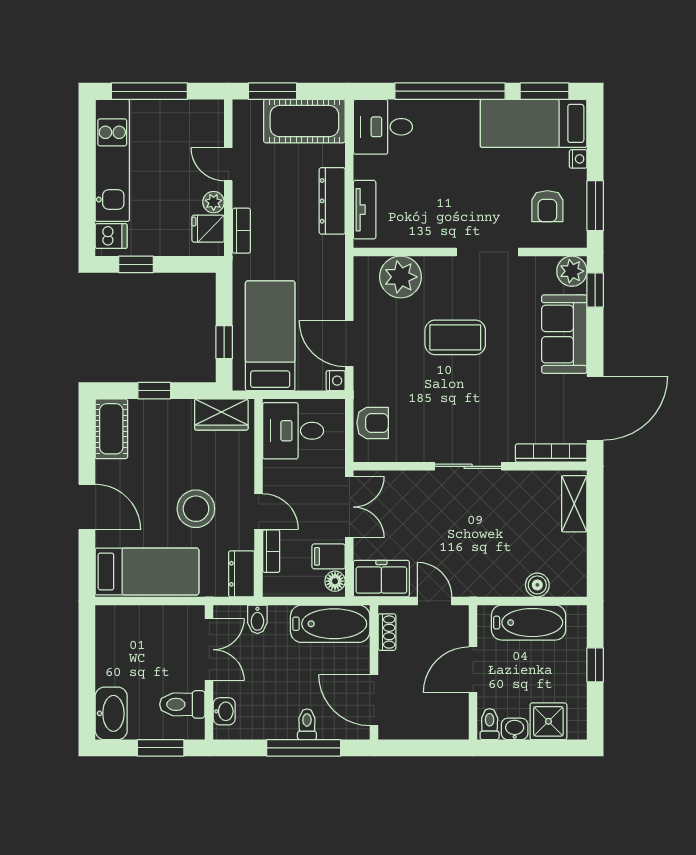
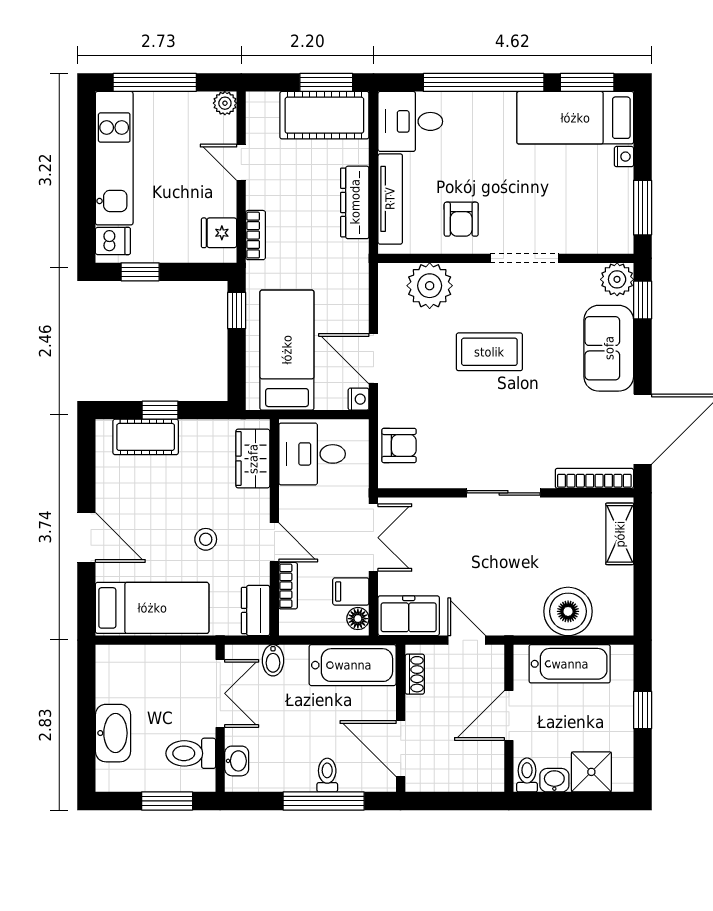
window: (272, 91) -> (326, 82), moved
plant: (214, 202) -> (225, 103), moved
armchair: (547, 206) -> (461, 219), moved
tv unit: (365, 210) -> (390, 199), width x1.41
window: (224, 342) -> (237, 310), moved
wardrobe: (221, 414) -> (253, 459), moved, turned 90
cot: (111, 429) -> (146, 437), moved, turned 90
stool: (196, 509) -> (206, 539), width x0.53, depth x0.53
boiler: (537, 585) -> (568, 611), width x1.86, depth x1.86
washbasin: (111, 713) -> (113, 733), moved

